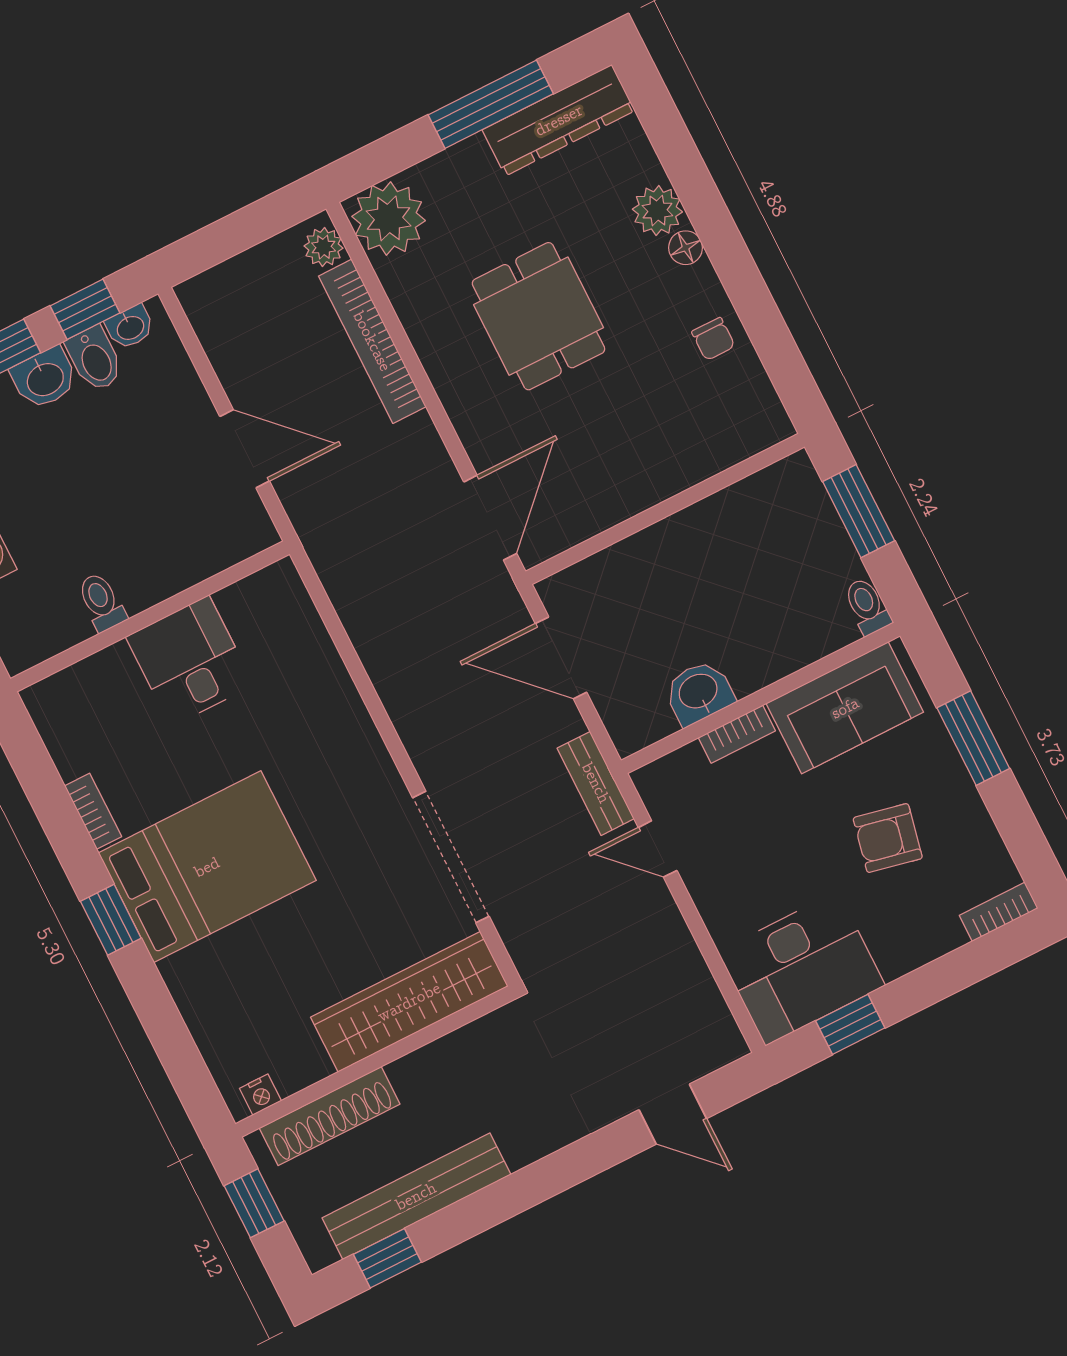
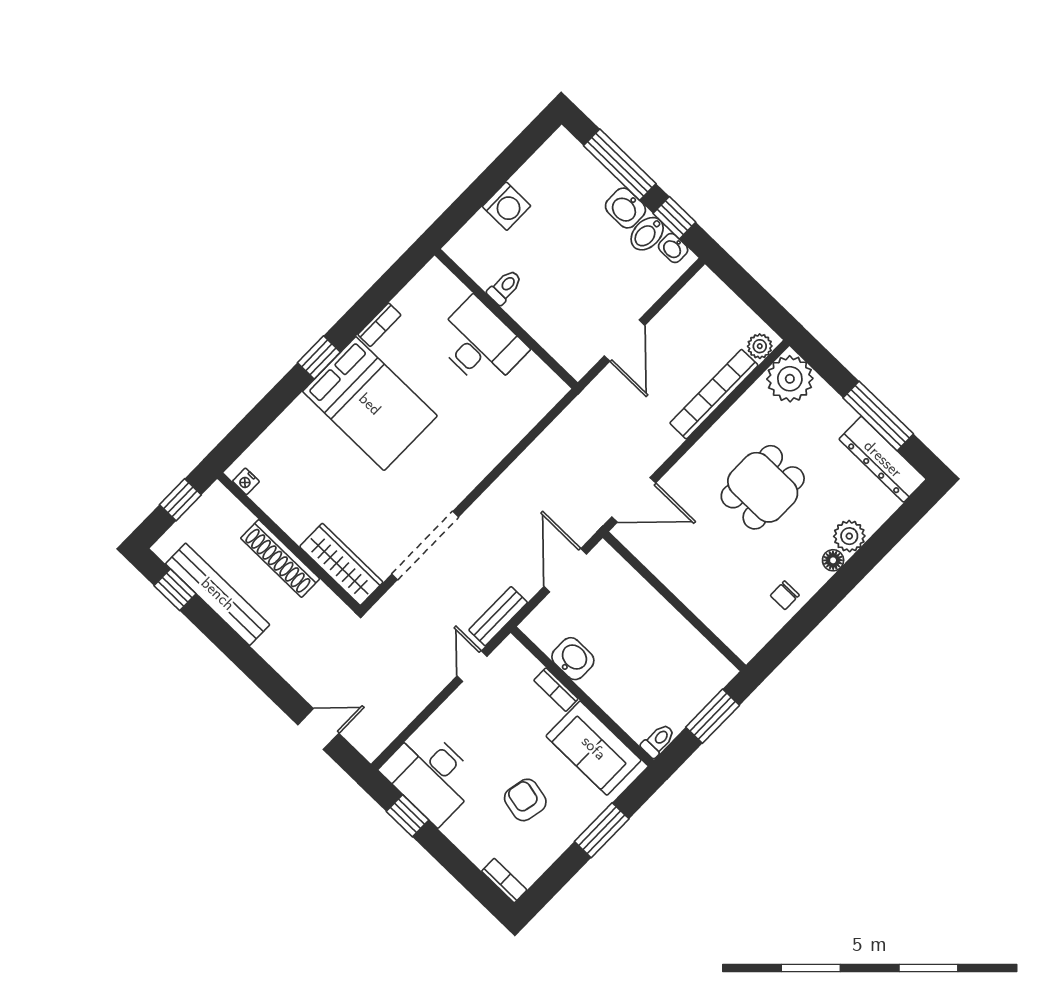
desk: (190, 661) -> (480, 344), width x1.37
wardrobe: (409, 1002) -> (341, 564), width x0.71, depth x0.85
door: (673, 1114) -> (318, 729), swing flipped
shoe rack: (330, 1116) -> (280, 558), moved

